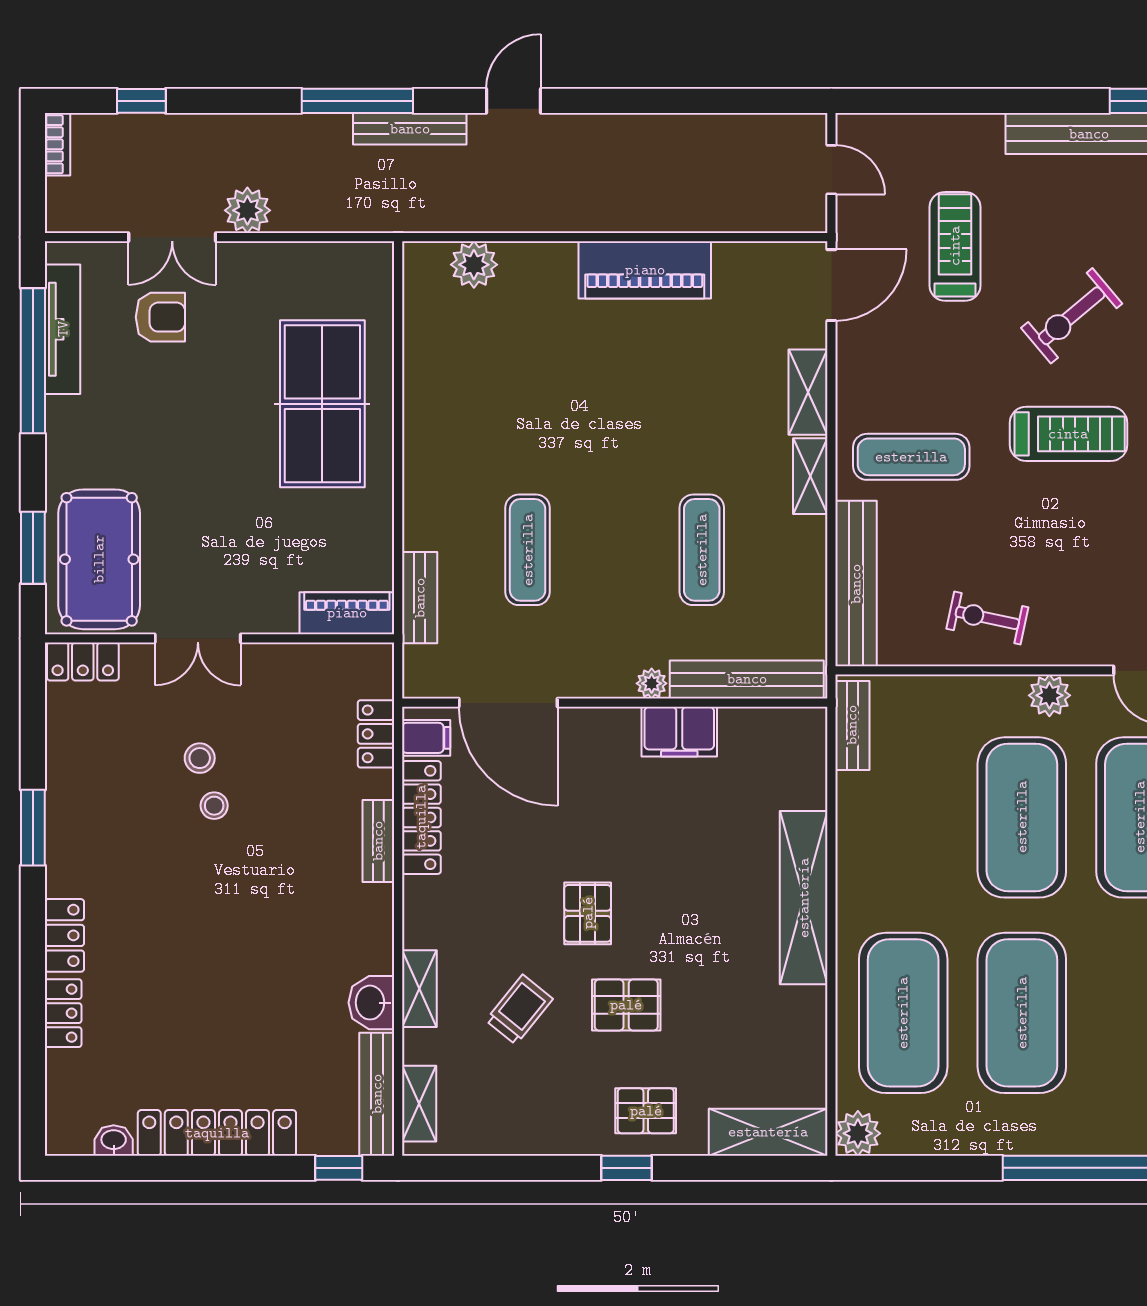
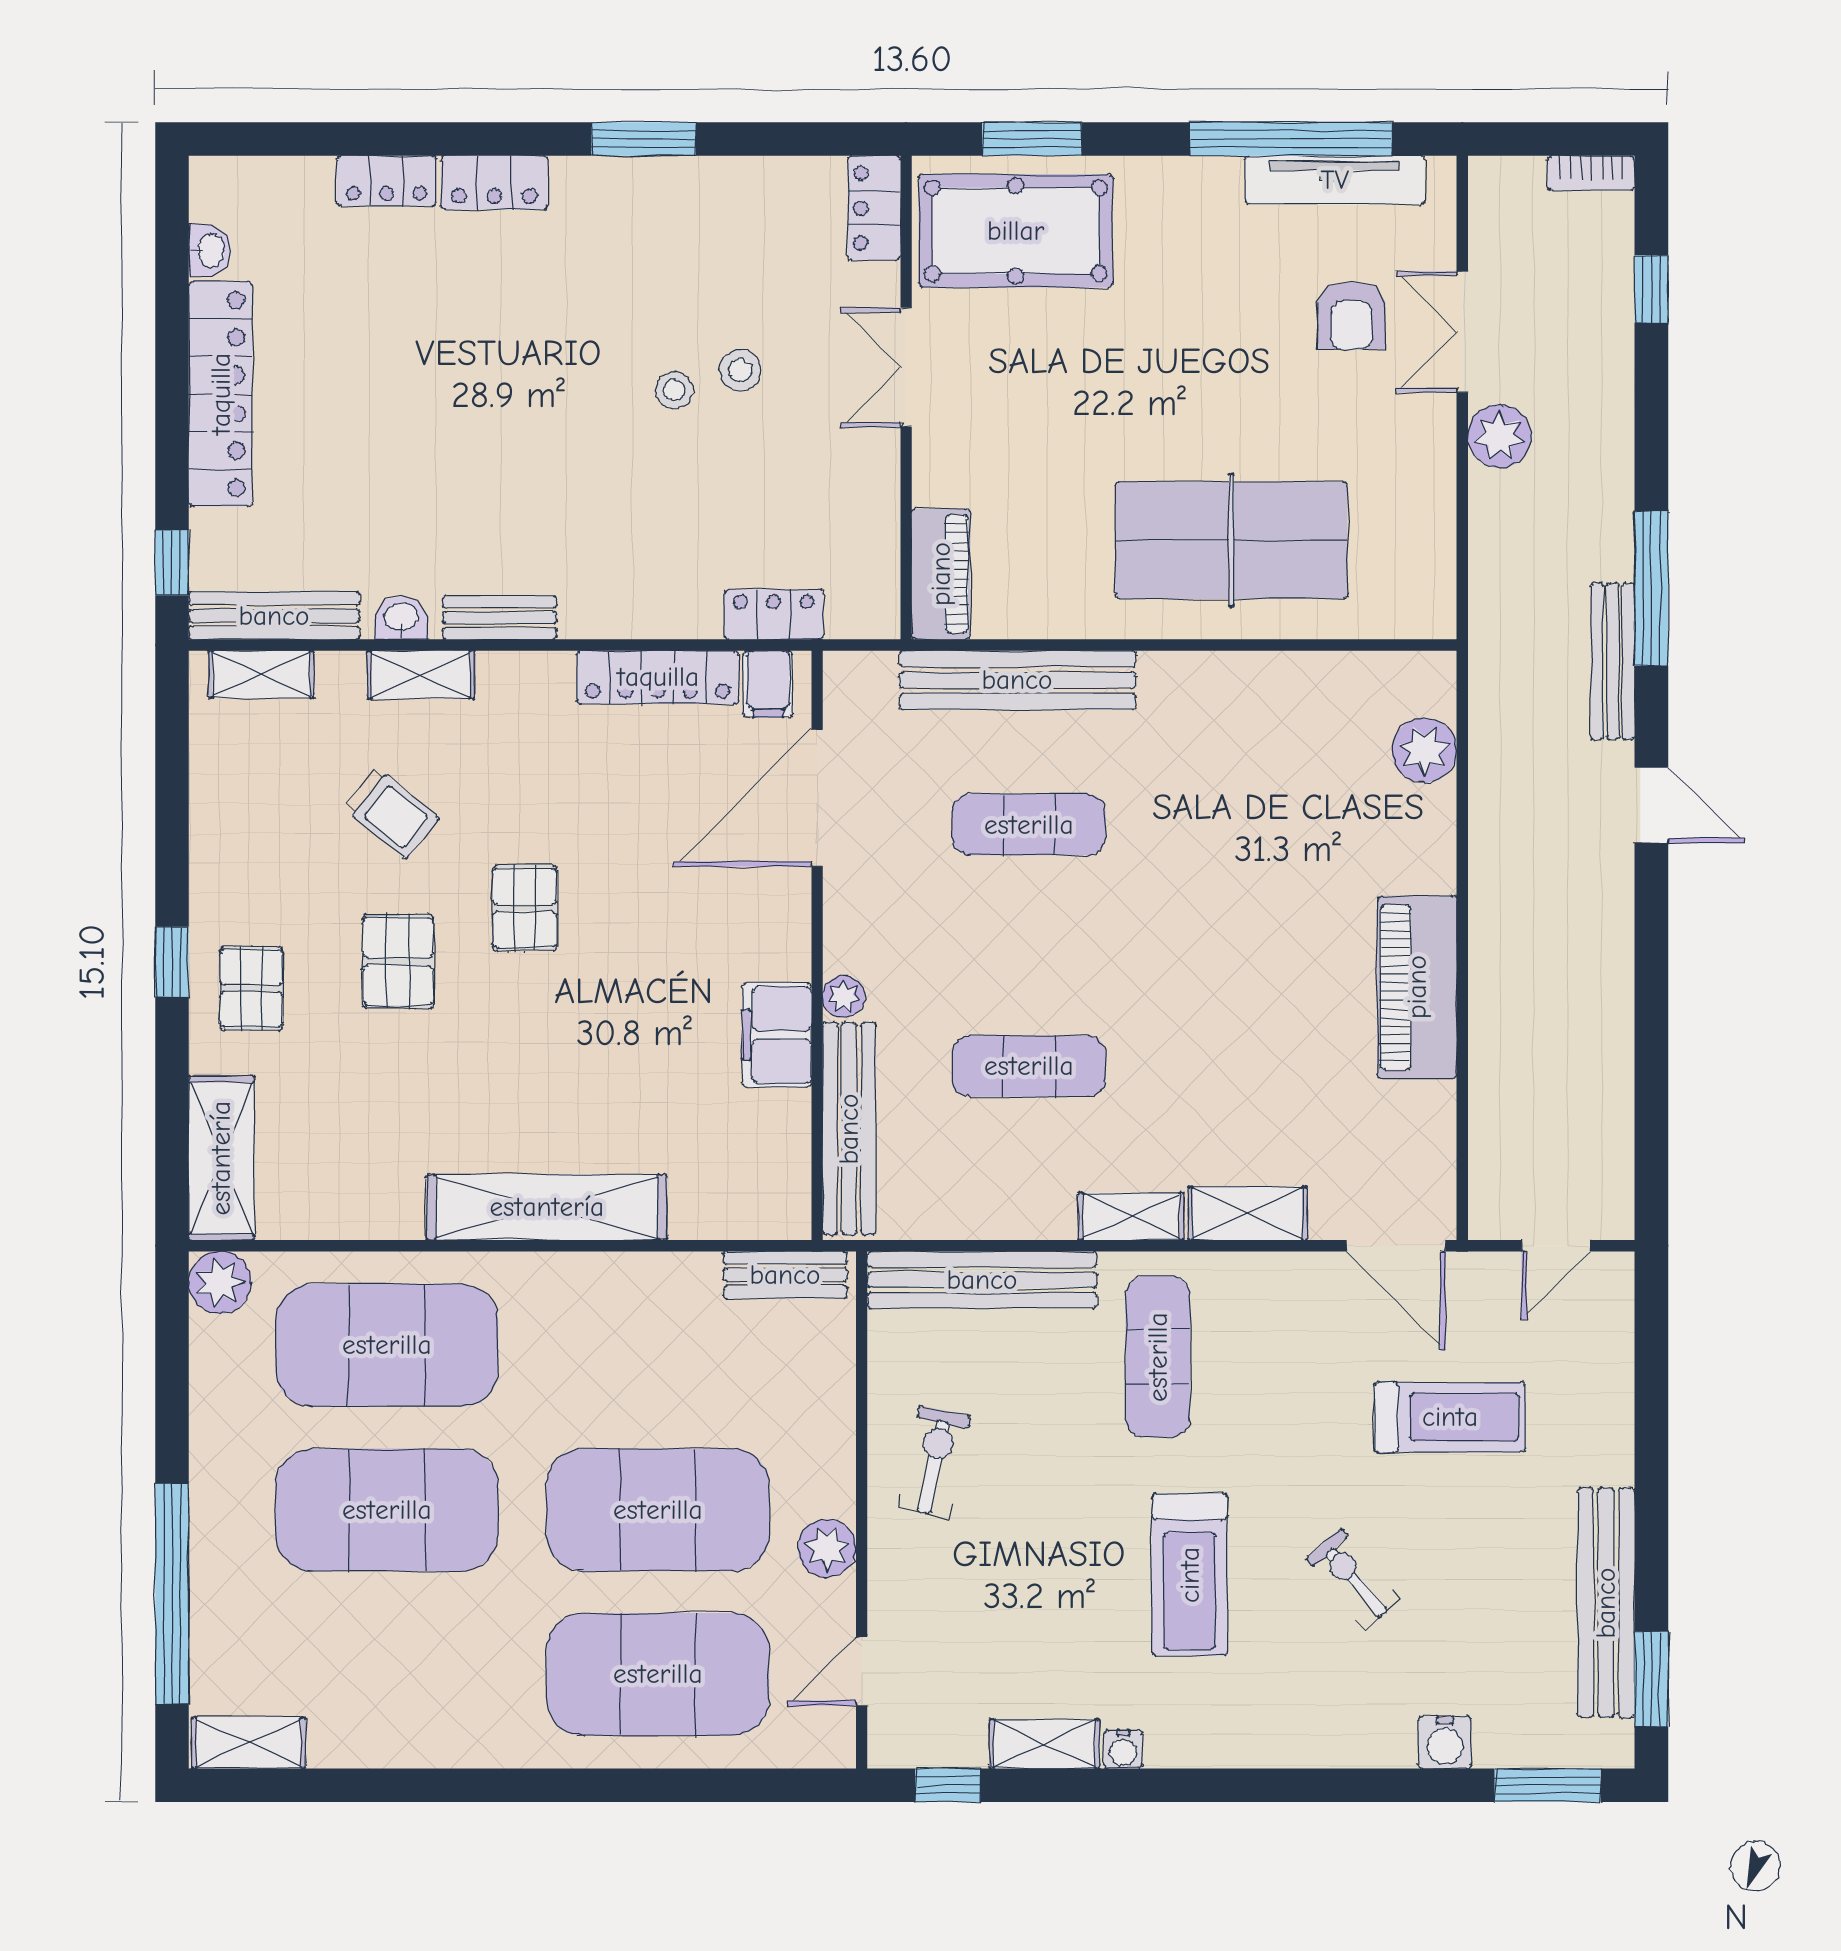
exercise bike: (1072, 316) -> (1353, 1579), width x0.73, depth x0.72
bench: (420, 598) -> (1017, 680), width x1.86, depth x1.21
bench: (378, 841) -> (500, 618), moved
pallet: (588, 913) -> (525, 908), turned 90
washbasin: (371, 1003) -> (401, 618), width x0.72, depth x0.69

